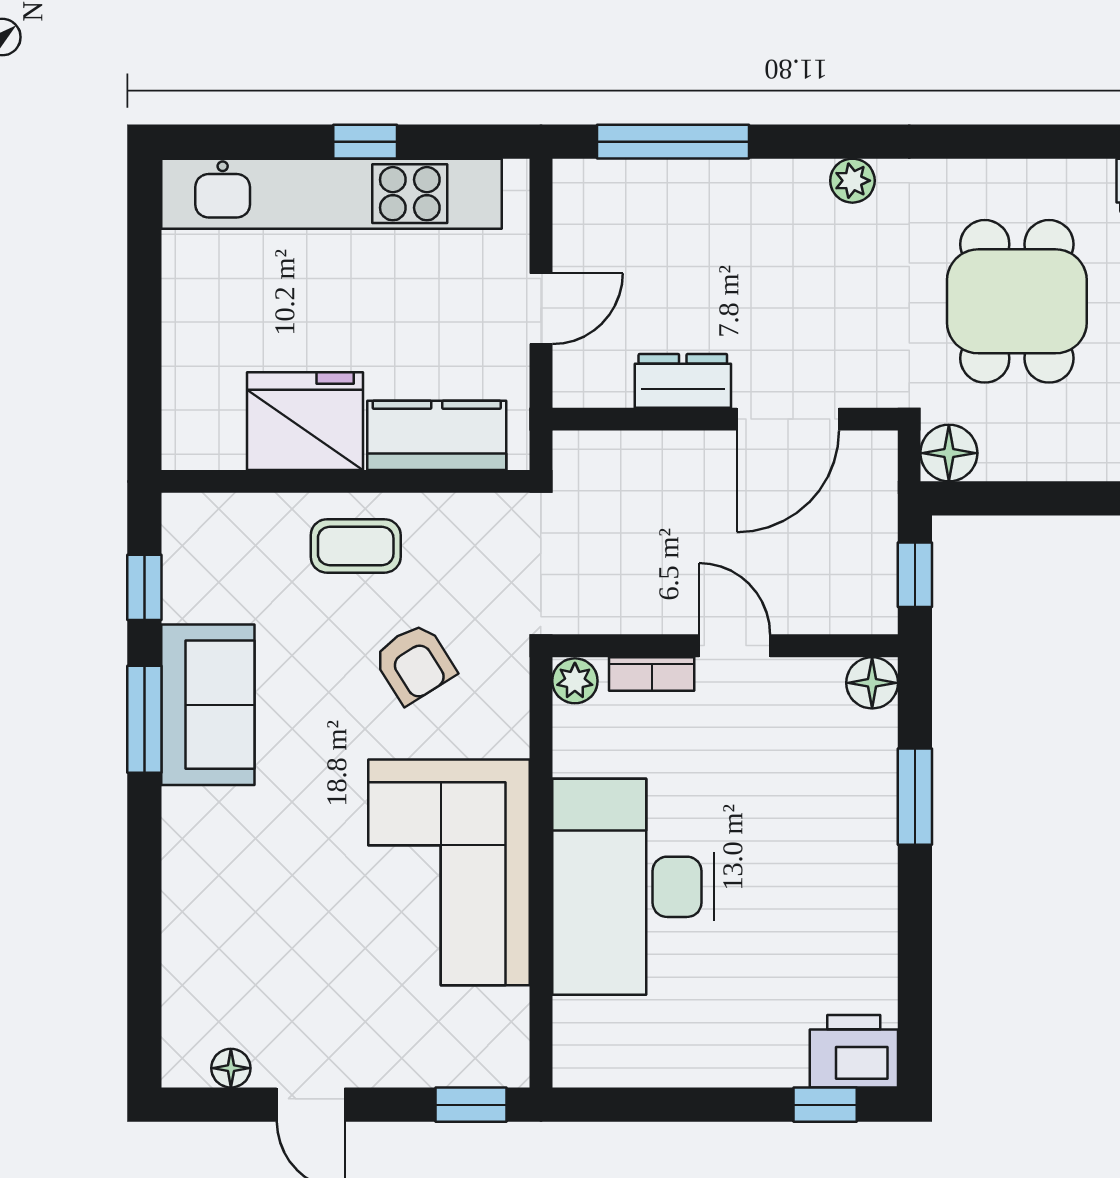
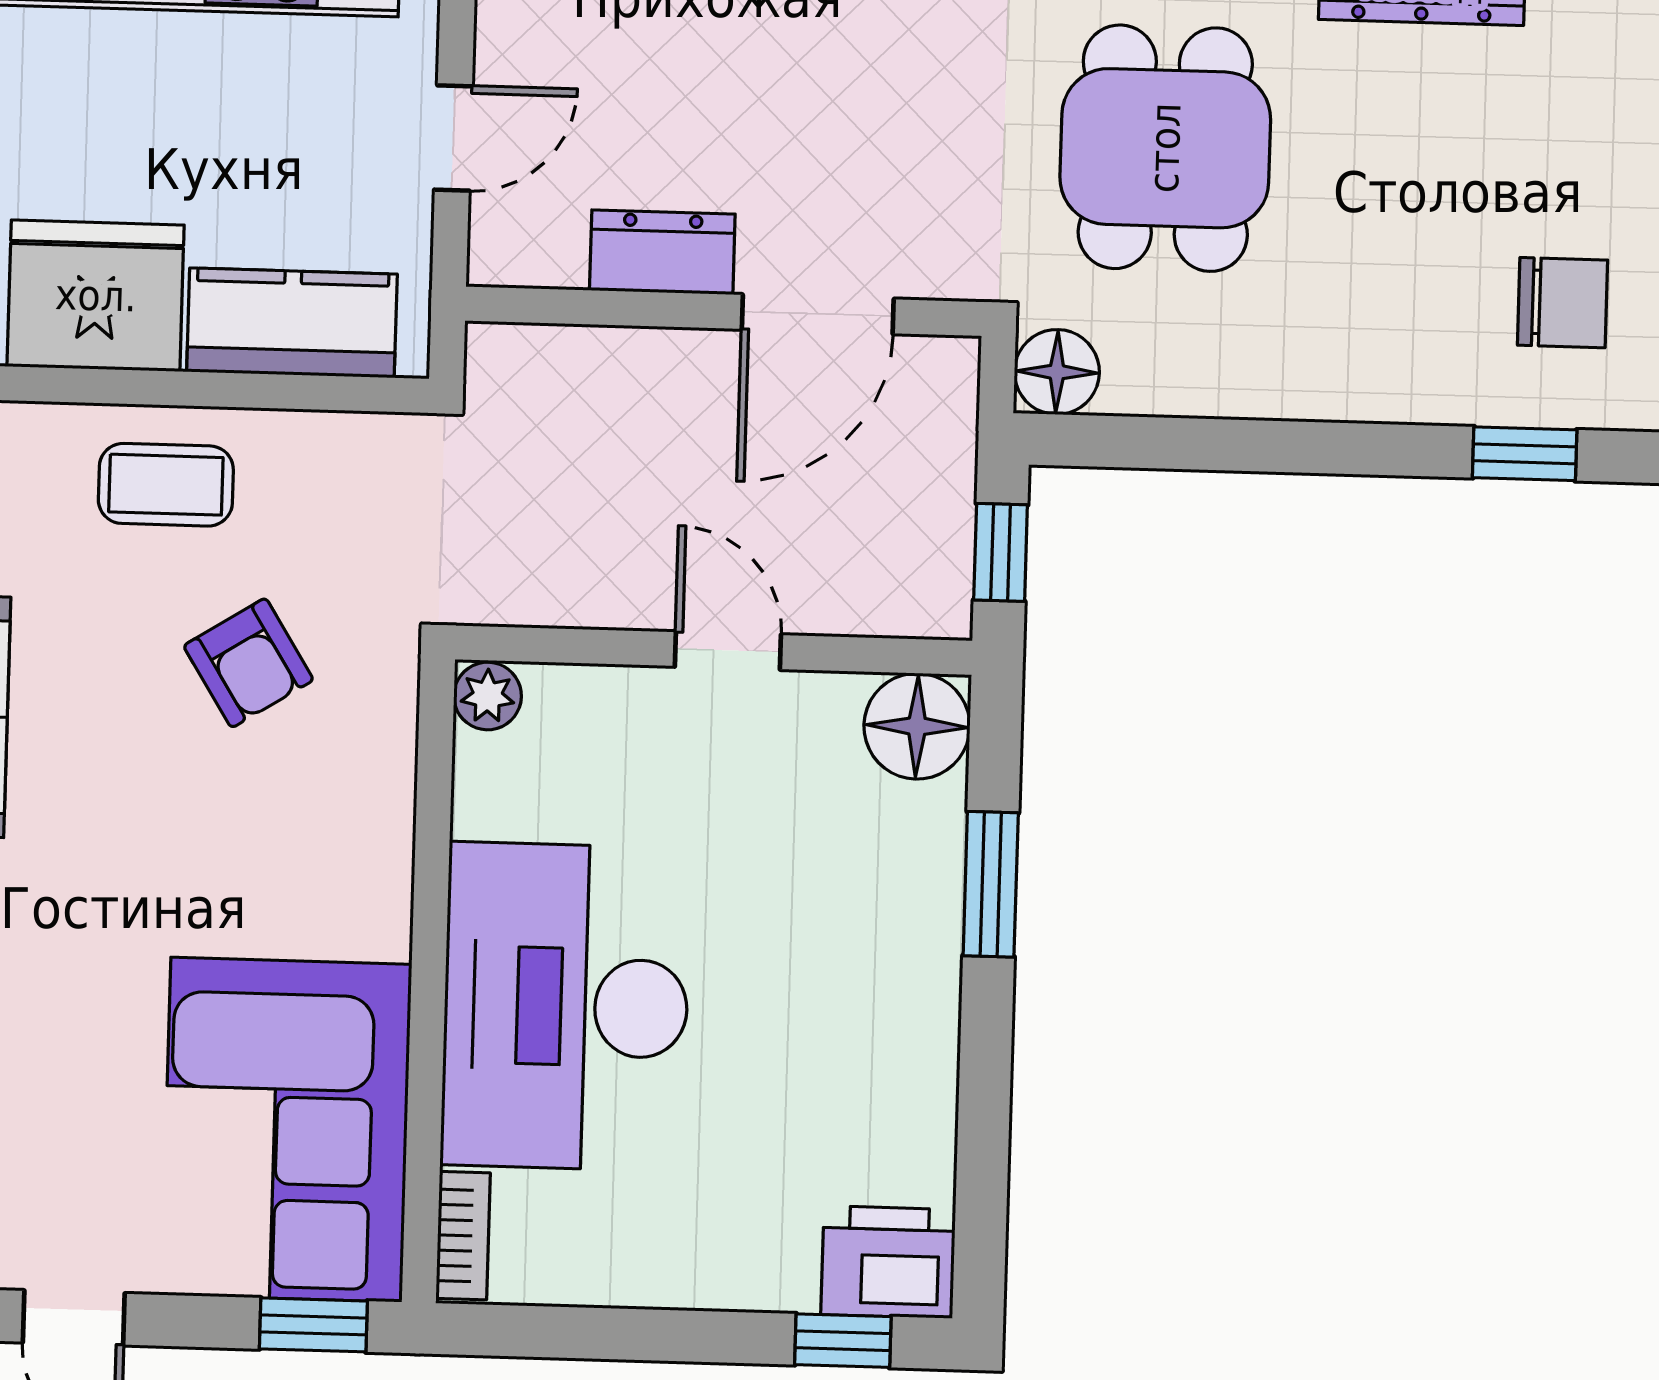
bookcase: (652, 674) -> (463, 1236), moved, turned -90
floor lamp: (872, 683) -> (917, 726), width x1.38, depth x1.38
corner sofa: (449, 872) -> (286, 1130), moved

